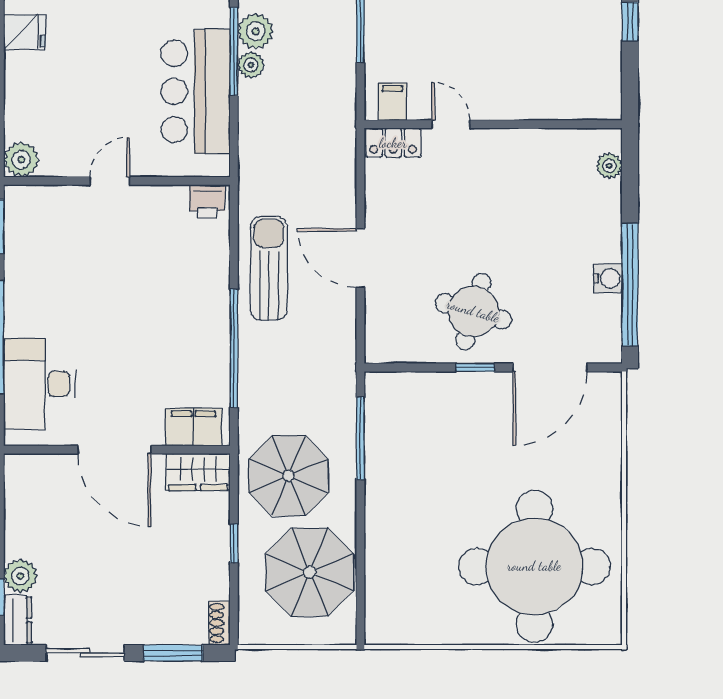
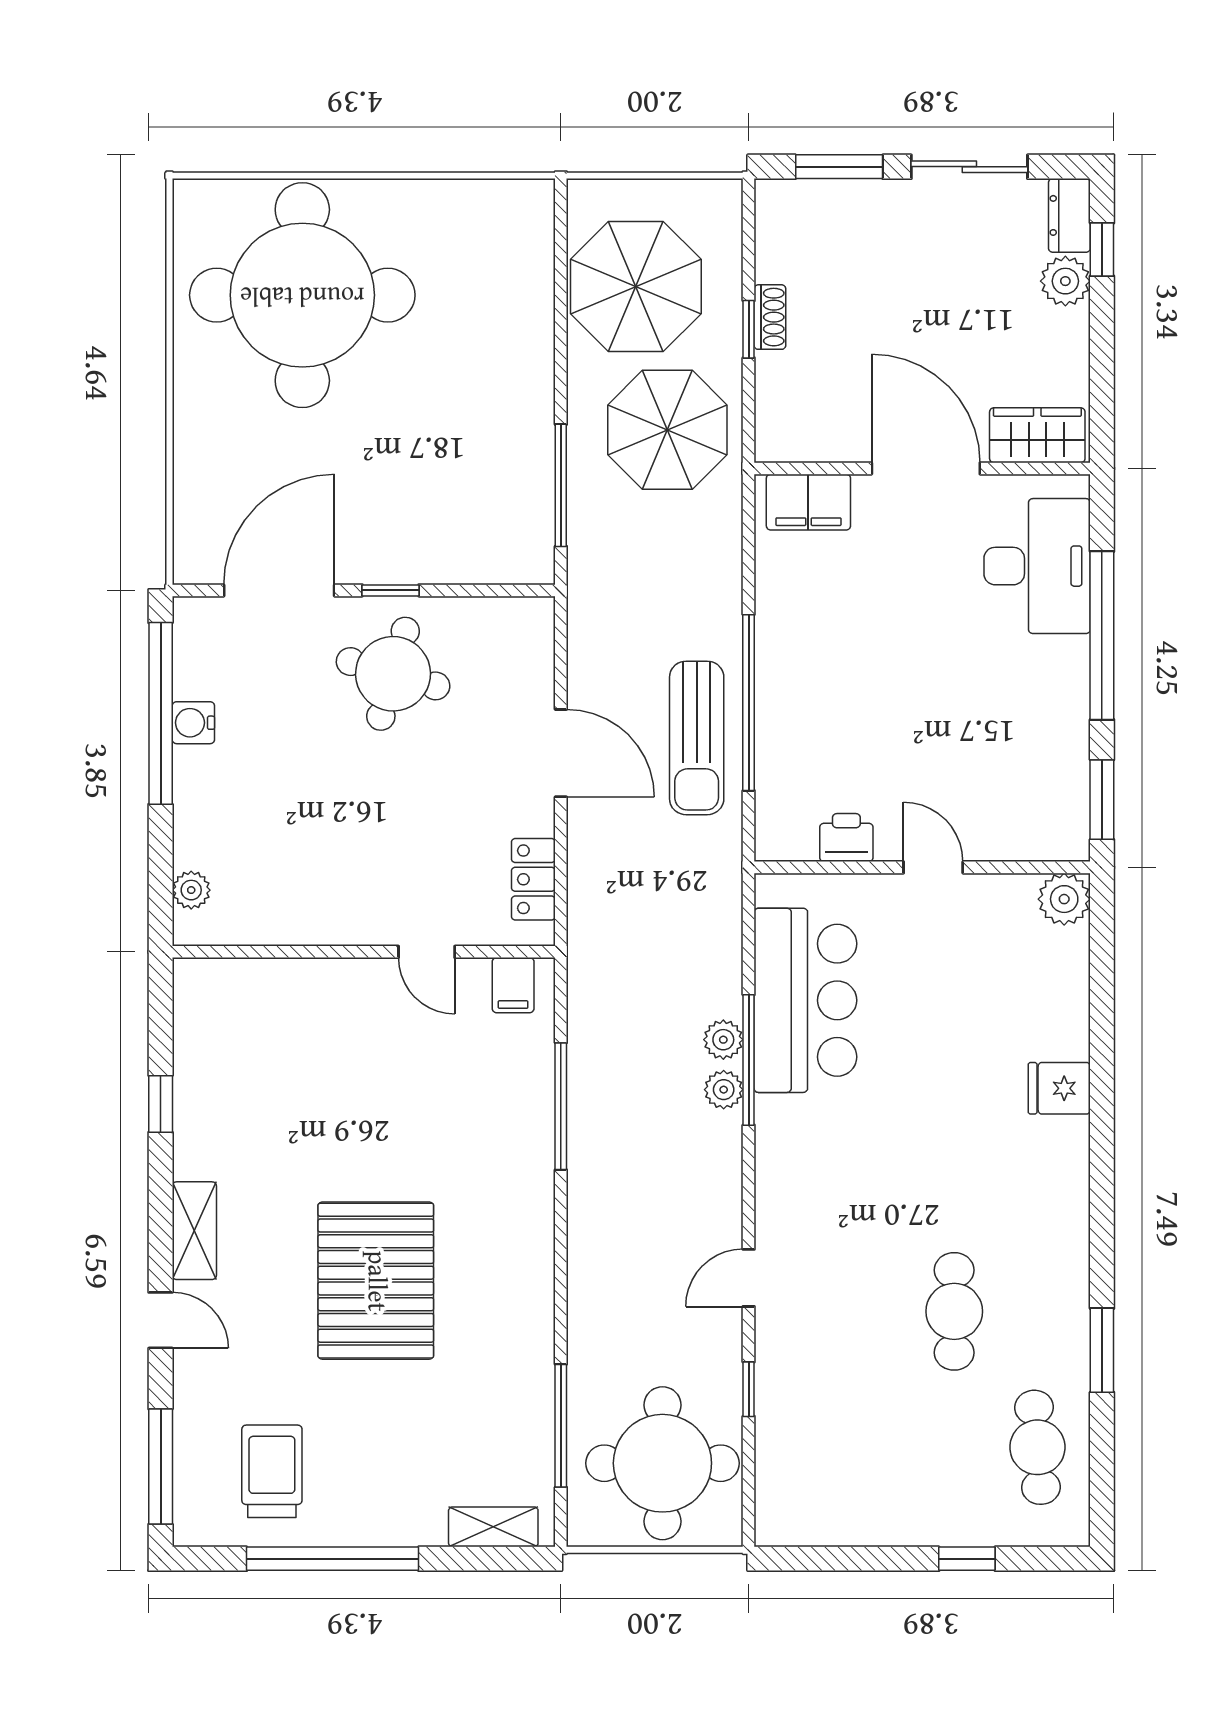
plant: (256, 31) -> (724, 1090), width x0.73, depth x0.73
locker: (393, 143) -> (533, 879), moved, turned -90
door: (109, 181) -> (933, 867), swing flipped
printer: (207, 201) -> (846, 838), moved
window: (234, 348) -> (749, 703), moved
wardrobe: (198, 472) -> (1037, 435), moved
shoe rack: (219, 623) -> (770, 317), moved

